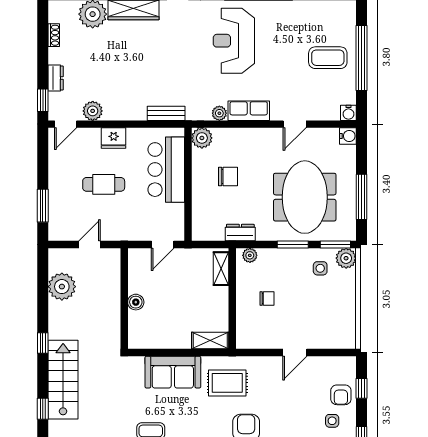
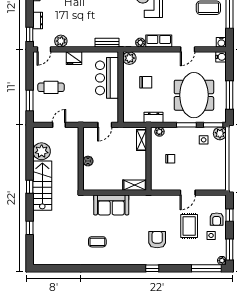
cafe table: (104, 184) -> (51, 87), moved
stairs: (63, 380) -> (42, 186), moved
rug: (227, 383) -> (189, 226), moved, turned 90

